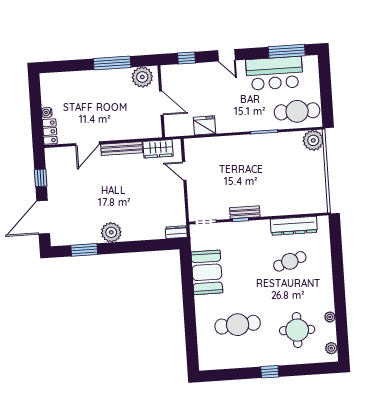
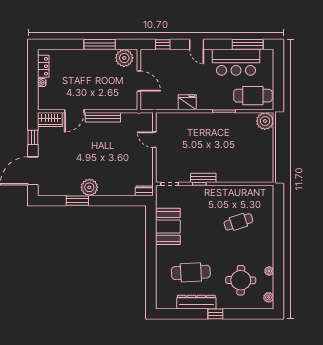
fridge: (204, 125) -> (187, 102), moved
locker: (50, 132) -> (43, 66), moved
wardrobe: (158, 149) -> (50, 119), moved
dresser: (294, 226) -> (196, 302), moved, turned 180
window: (84, 250) -> (77, 201), moved

